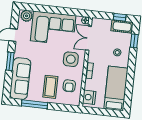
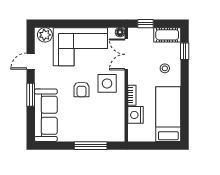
window: (120, 17) -> (145, 24), moved
armchair: (69, 86) -> (81, 89), moved
coffee table: (50, 87) -> (85, 121), removed
nightstand: (89, 97) -> (136, 115), moved
window: (34, 104) -> (91, 146), moved

